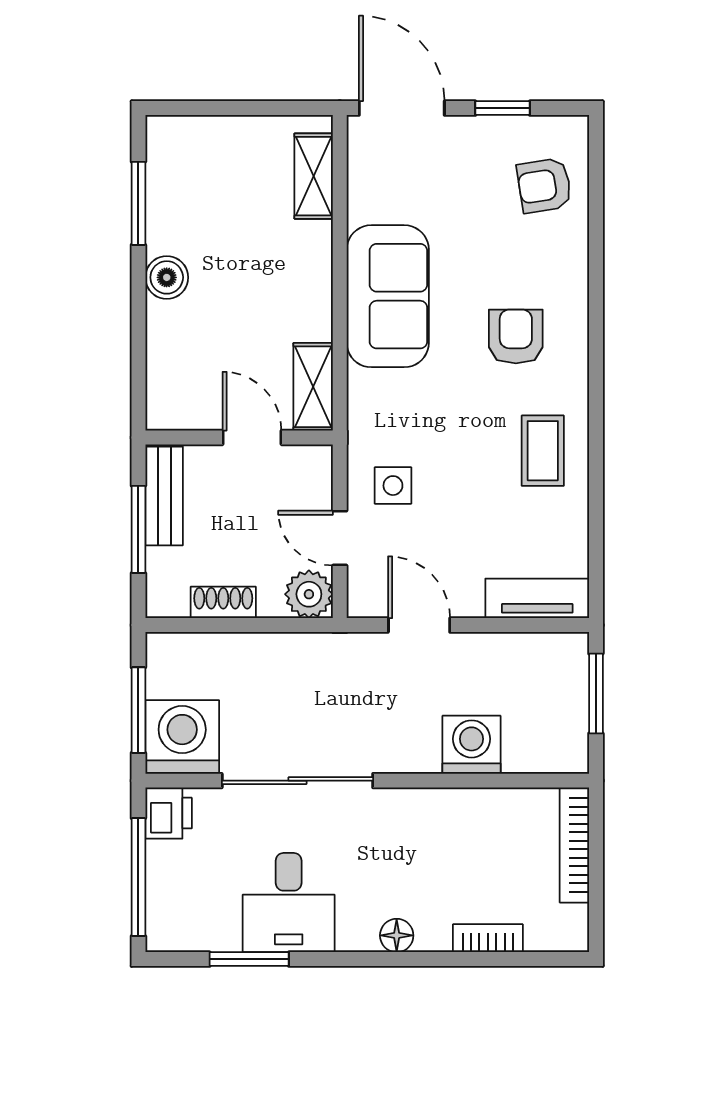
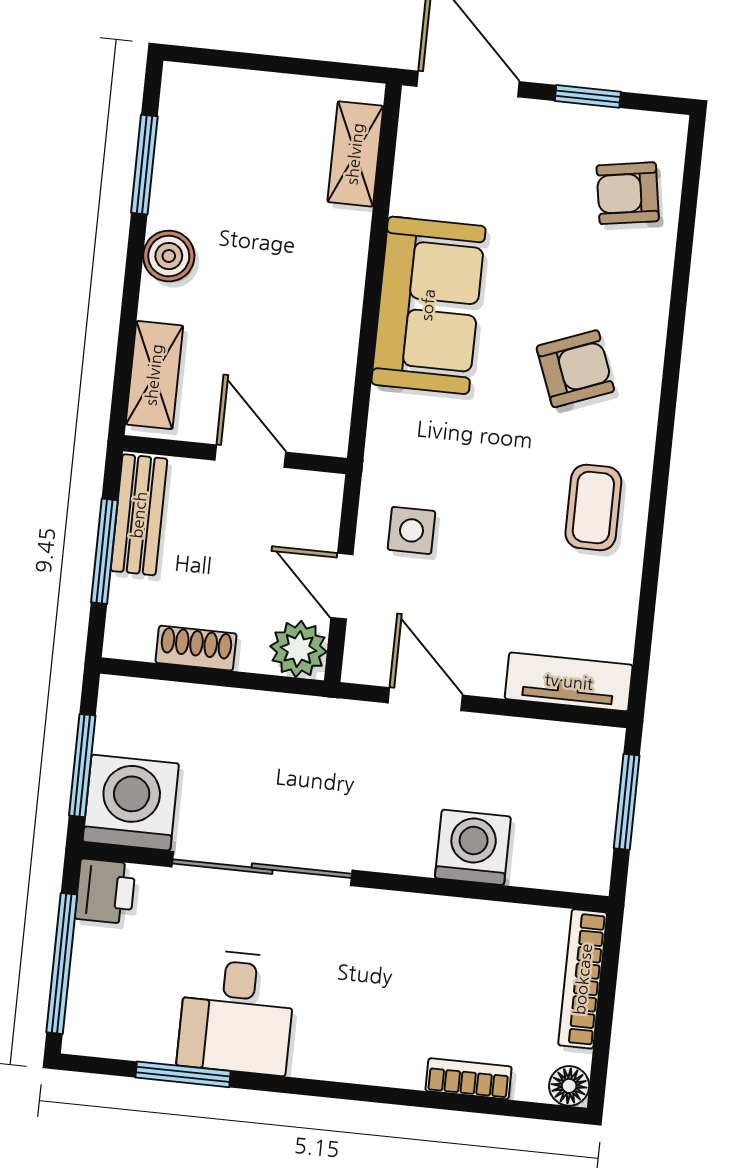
armchair: (516, 336) -> (575, 369), turned 69
shelving: (313, 387) -> (154, 375), moved
floor lamp: (397, 935) -> (569, 1086), moved

